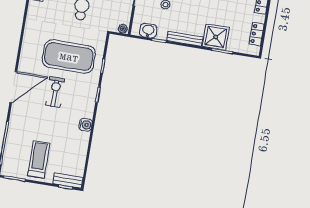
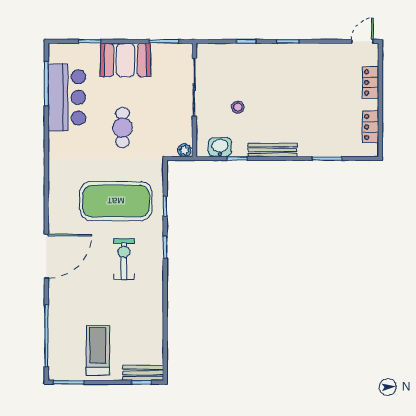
shower: (216, 37) -> (315, 140), removed
exercise bike: (55, 92) -> (124, 259), moved
water cooler: (85, 125) -> (155, 292), removed

